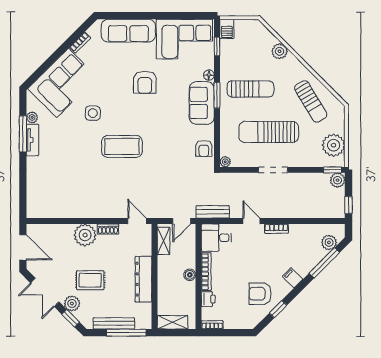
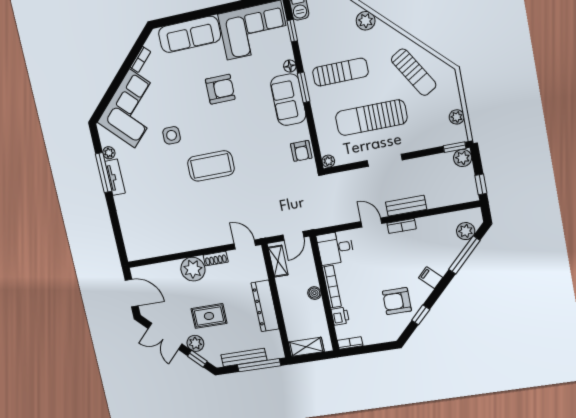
armchair: (145, 82) -> (220, 89), turned -90
plant: (334, 145) -> (457, 117), width x0.53, depth x0.53
bench: (213, 212) -> (406, 206), moved

